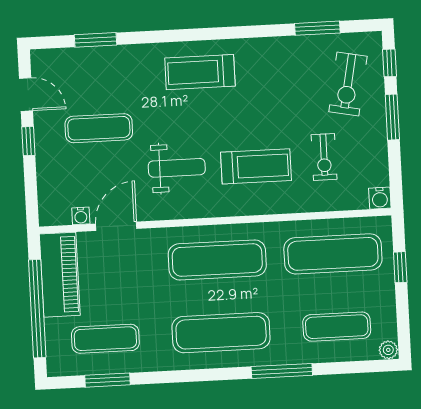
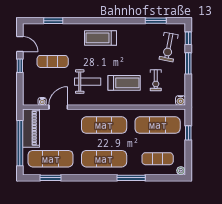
exercise mat: (105, 339) -> (51, 159), width x1.36, depth x1.45

